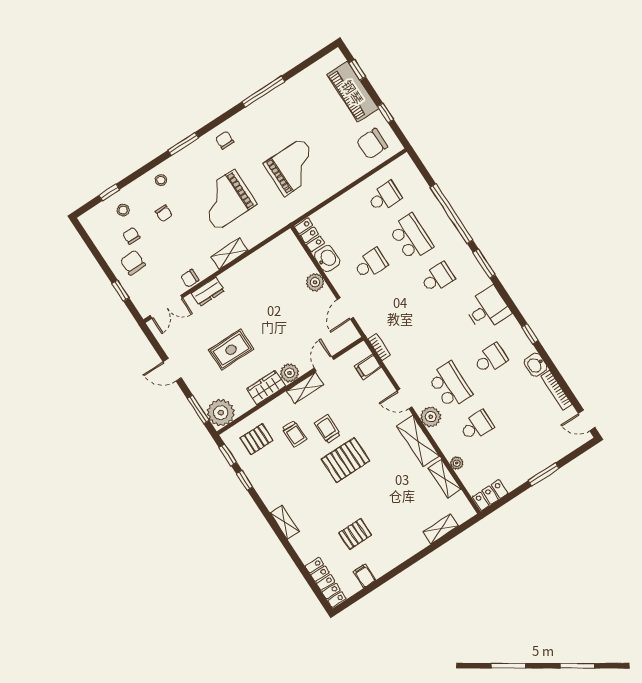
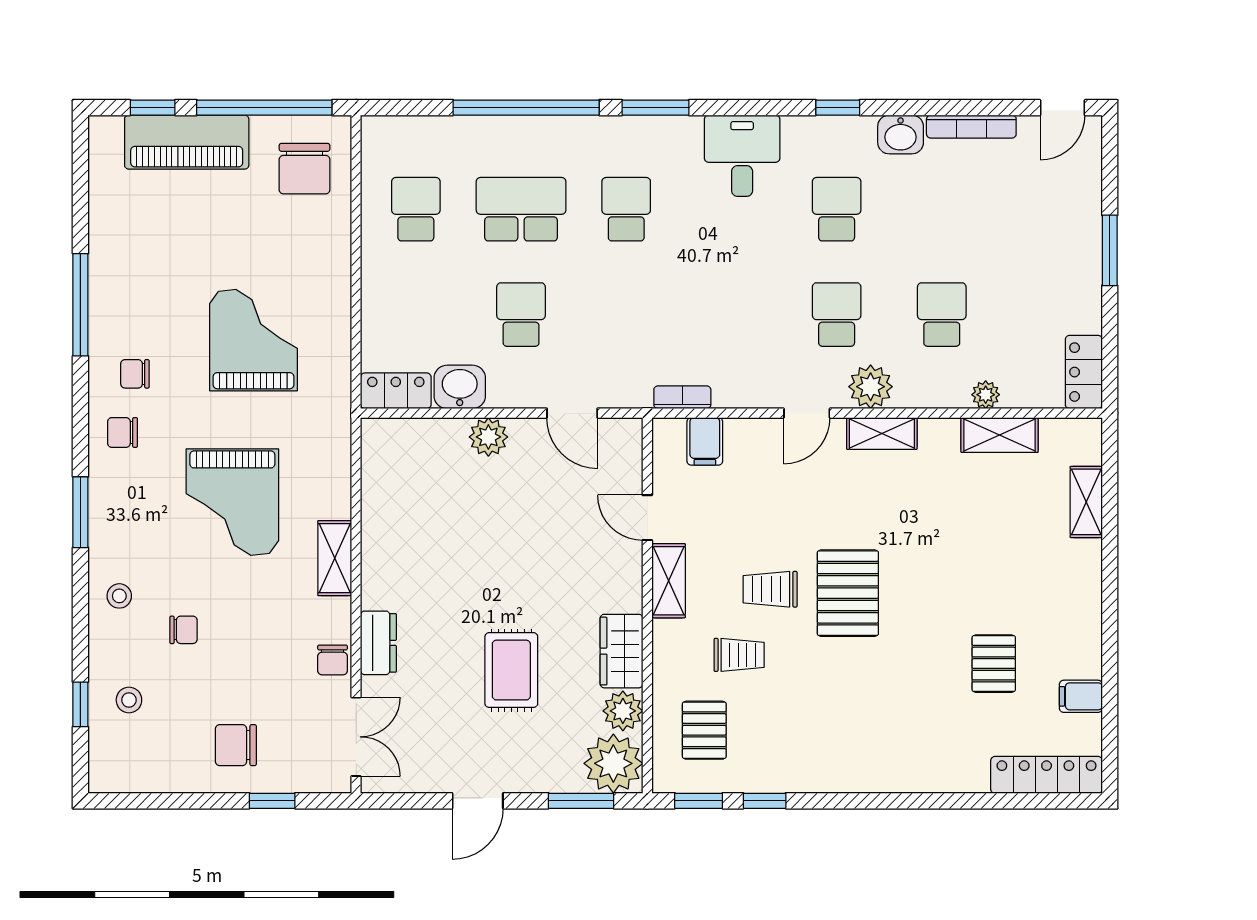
window: (385, 113) -> (264, 108), width x3.17
chair: (131, 236) -> (135, 374), moved
plant: (290, 373) -> (623, 711), moved
school desk: (450, 385) -> (837, 315), width x0.54
shelving: (418, 441) -> (882, 433), width x0.67, depth x0.75
shelving: (285, 522) -> (888, 778), removed

